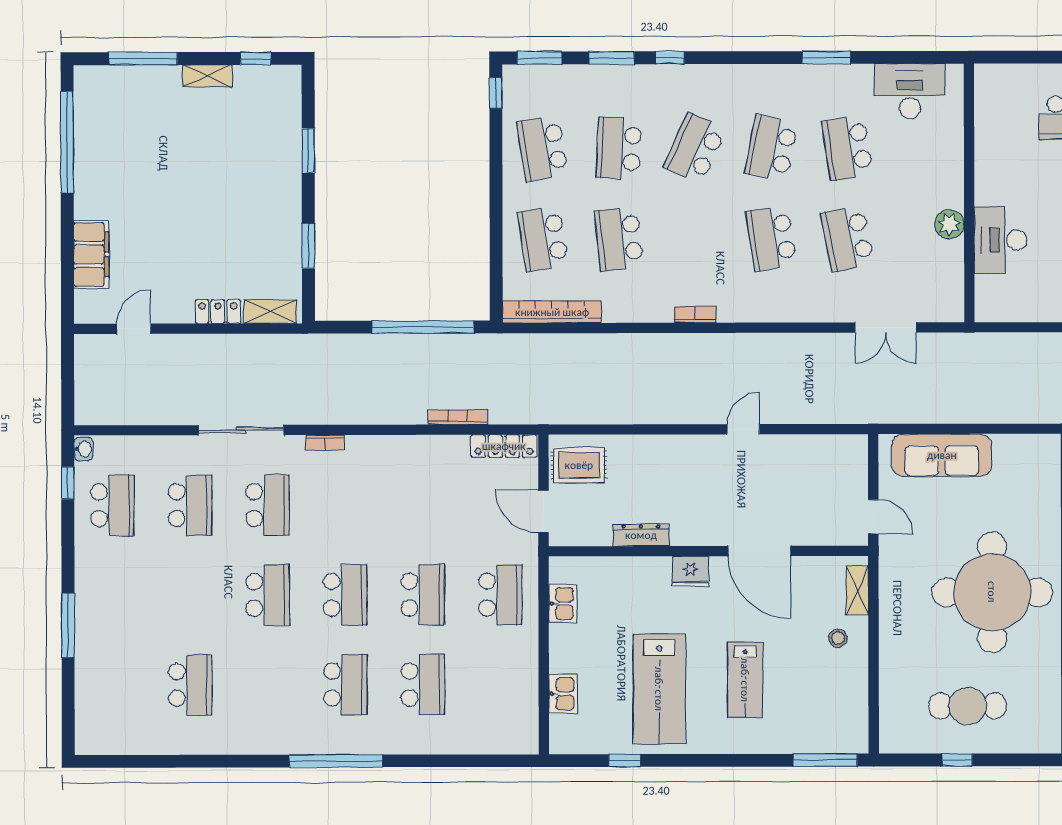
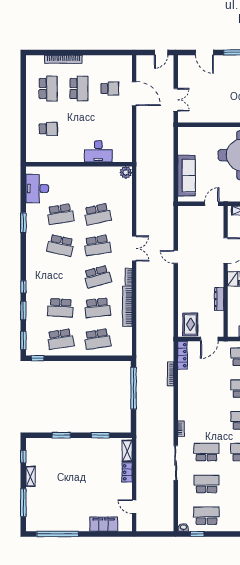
school desk: (695, 148) -> (98, 277), moved, turned -39
plant: (949, 224) -> (126, 172), moved
bookcase: (552, 312) -> (127, 306), moved
double door: (886, 328) -> (134, 248), moved

